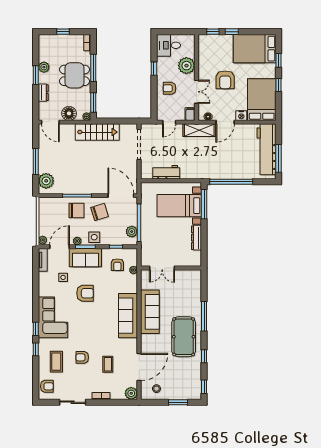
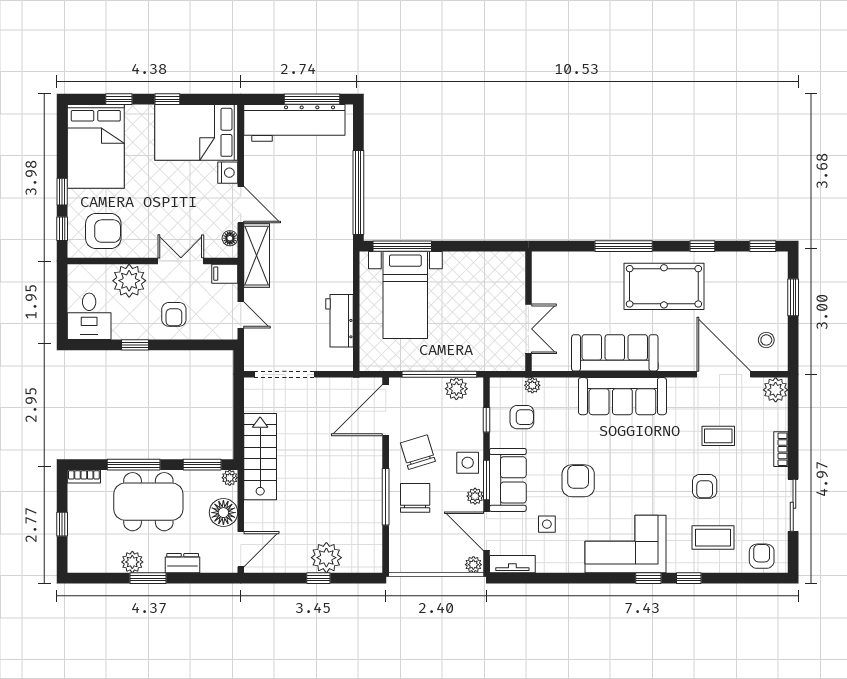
dining table: (74, 75) -> (148, 502), width x1.38
armchair: (225, 80) -> (103, 231), moved
window: (36, 162) -> (318, 578), width x0.46
plant: (46, 181) -> (326, 558), moved
dresser: (196, 238) -> (468, 261), removed

